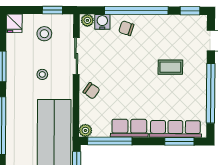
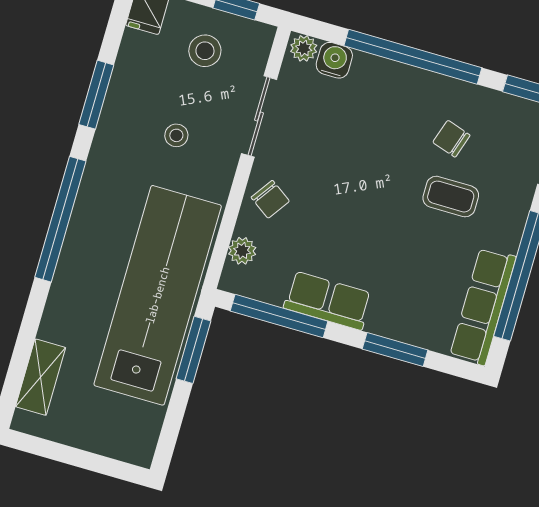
chair: (126, 28) -> (451, 139), moved
row of seats: (175, 129) -> (483, 306), moved, turned -90
plant: (85, 130) -> (242, 251), moved
window: (179, 141) -> (395, 350), moved

